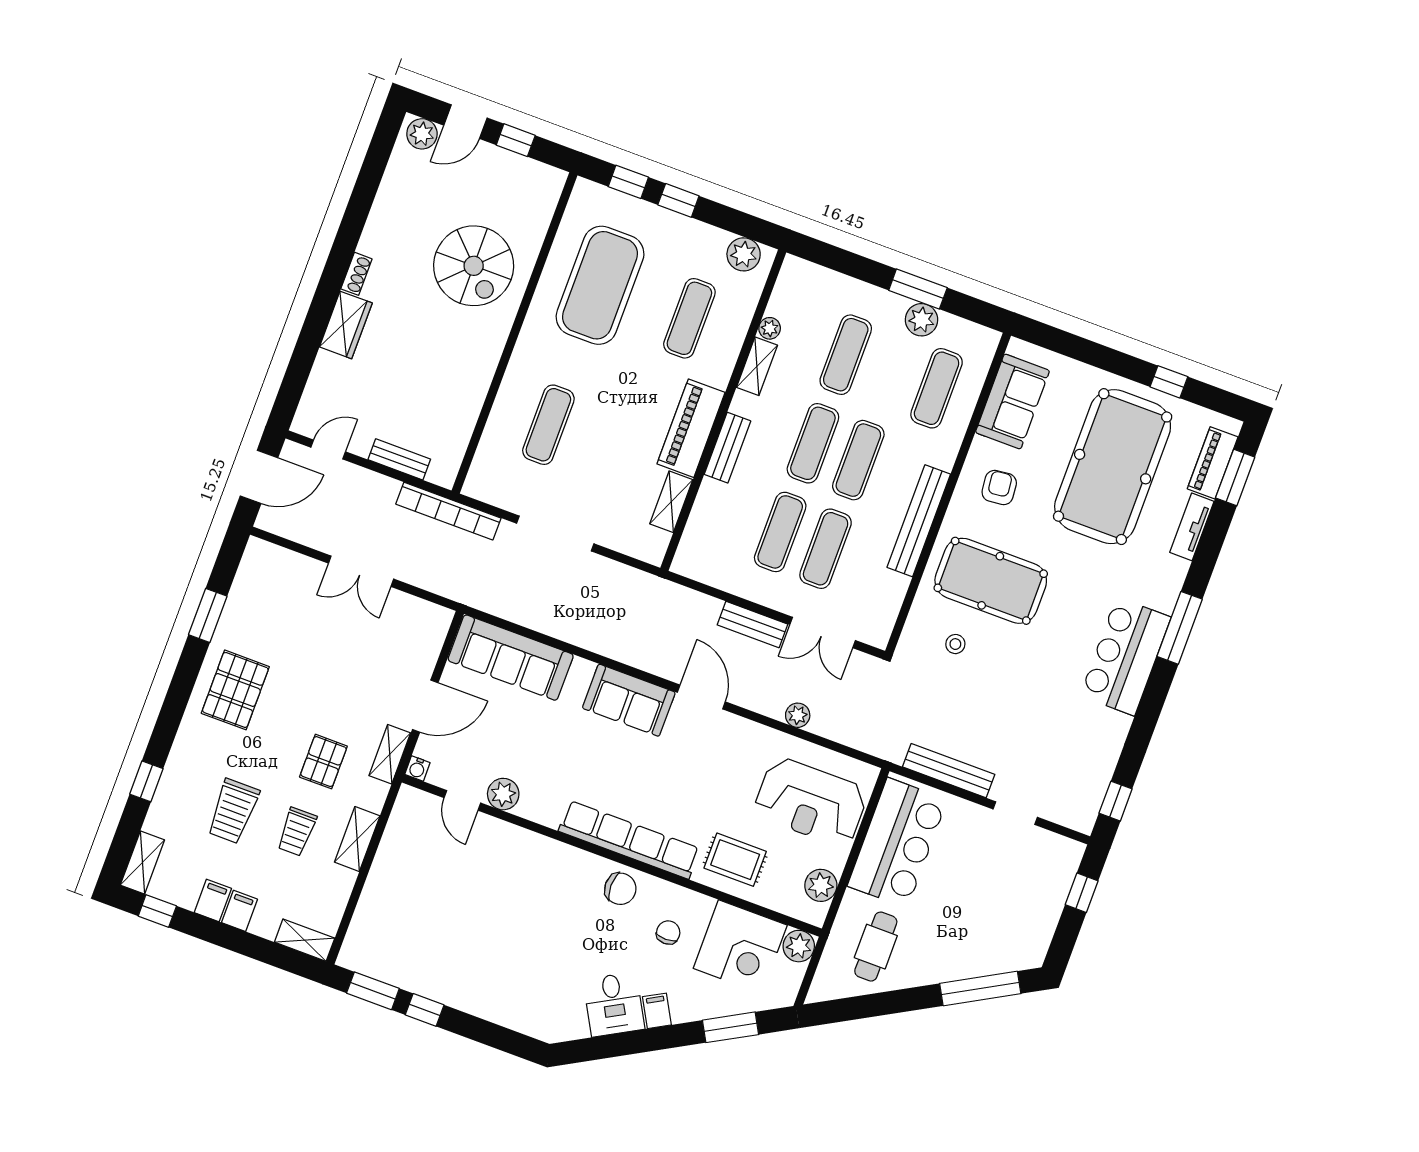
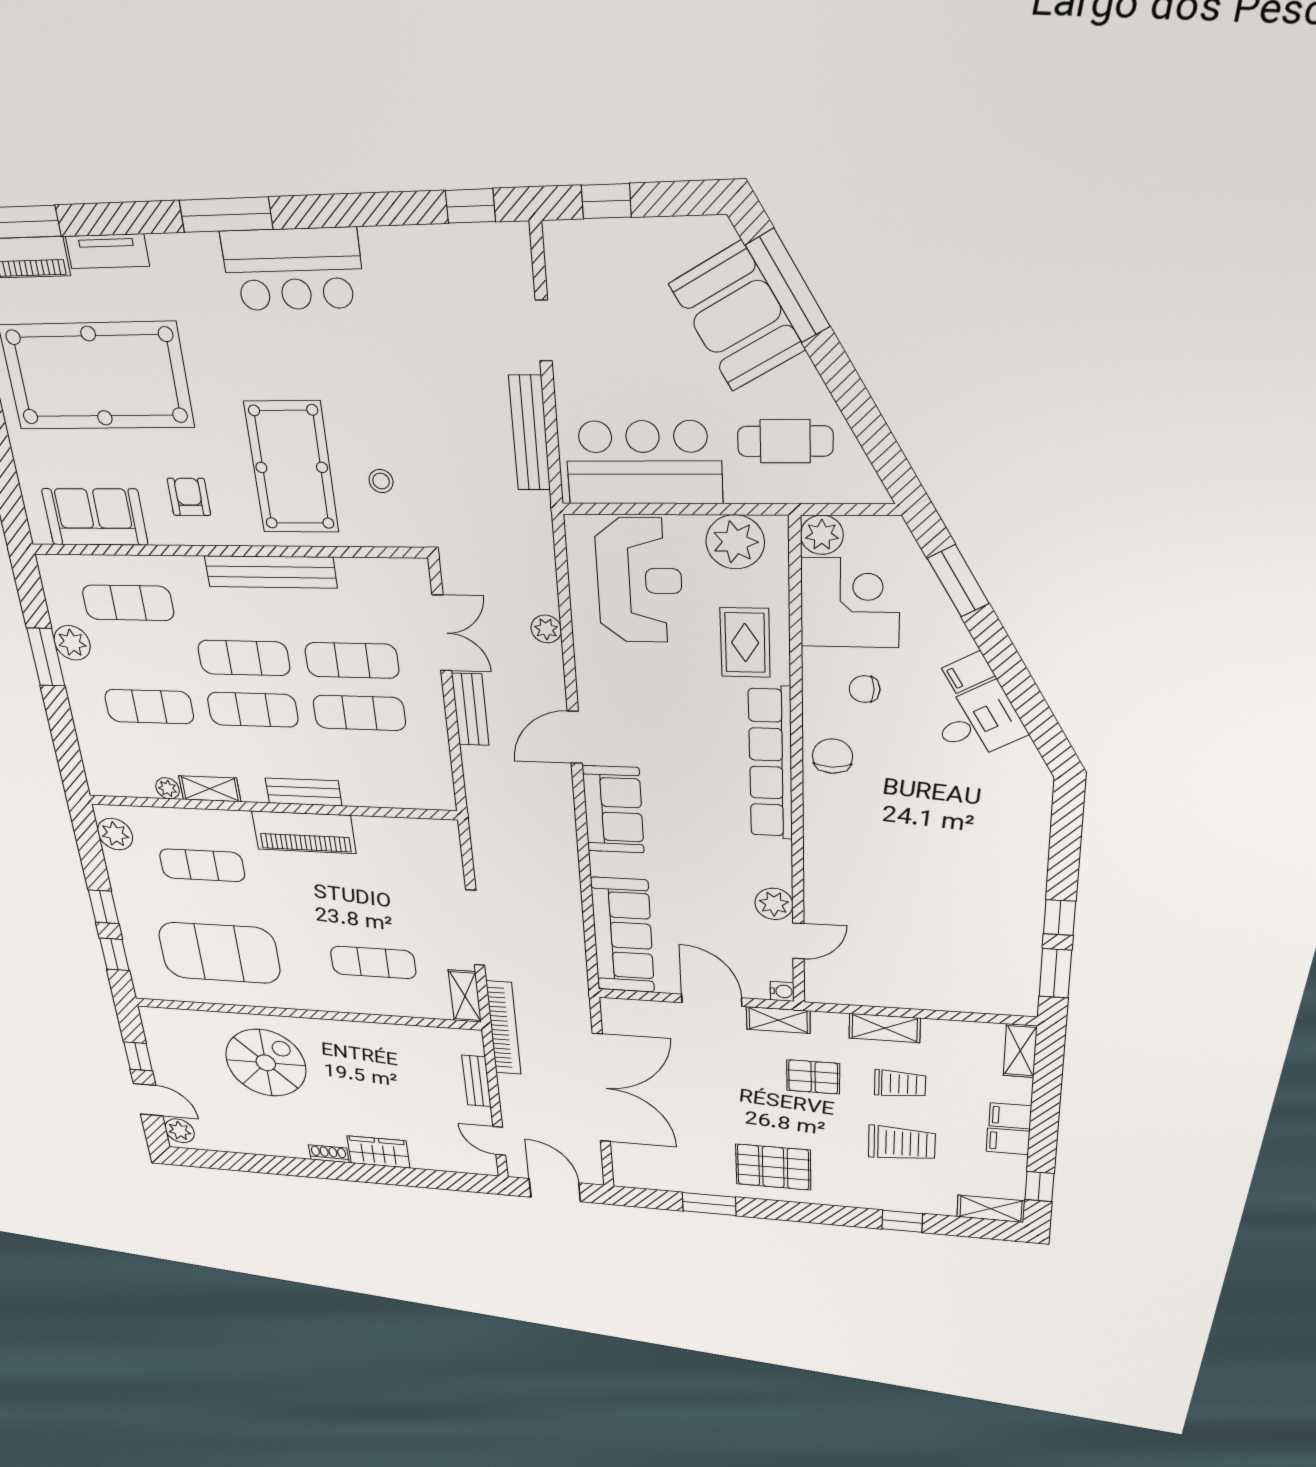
armchair: (999, 487) -> (189, 497), turned 96
shelving: (671, 502) -> (465, 996), moved, turned 90
double door: (361, 571) -> (601, 1088), width x1.87
plant: (821, 885) -> (735, 542), width x1.36, depth x1.36
booth: (973, 948) -> (737, 317), added

